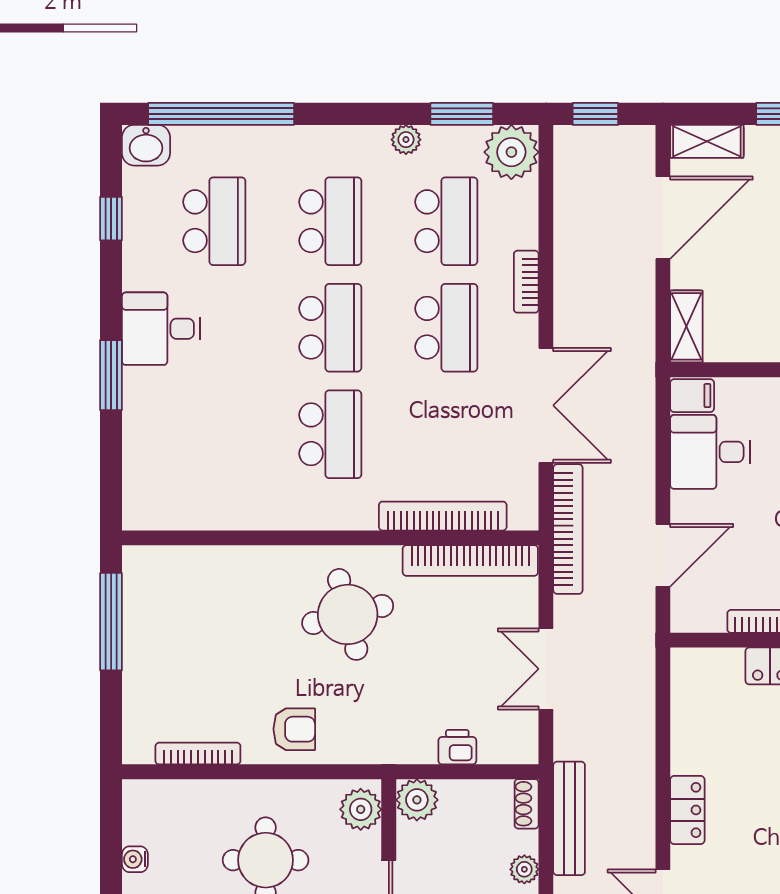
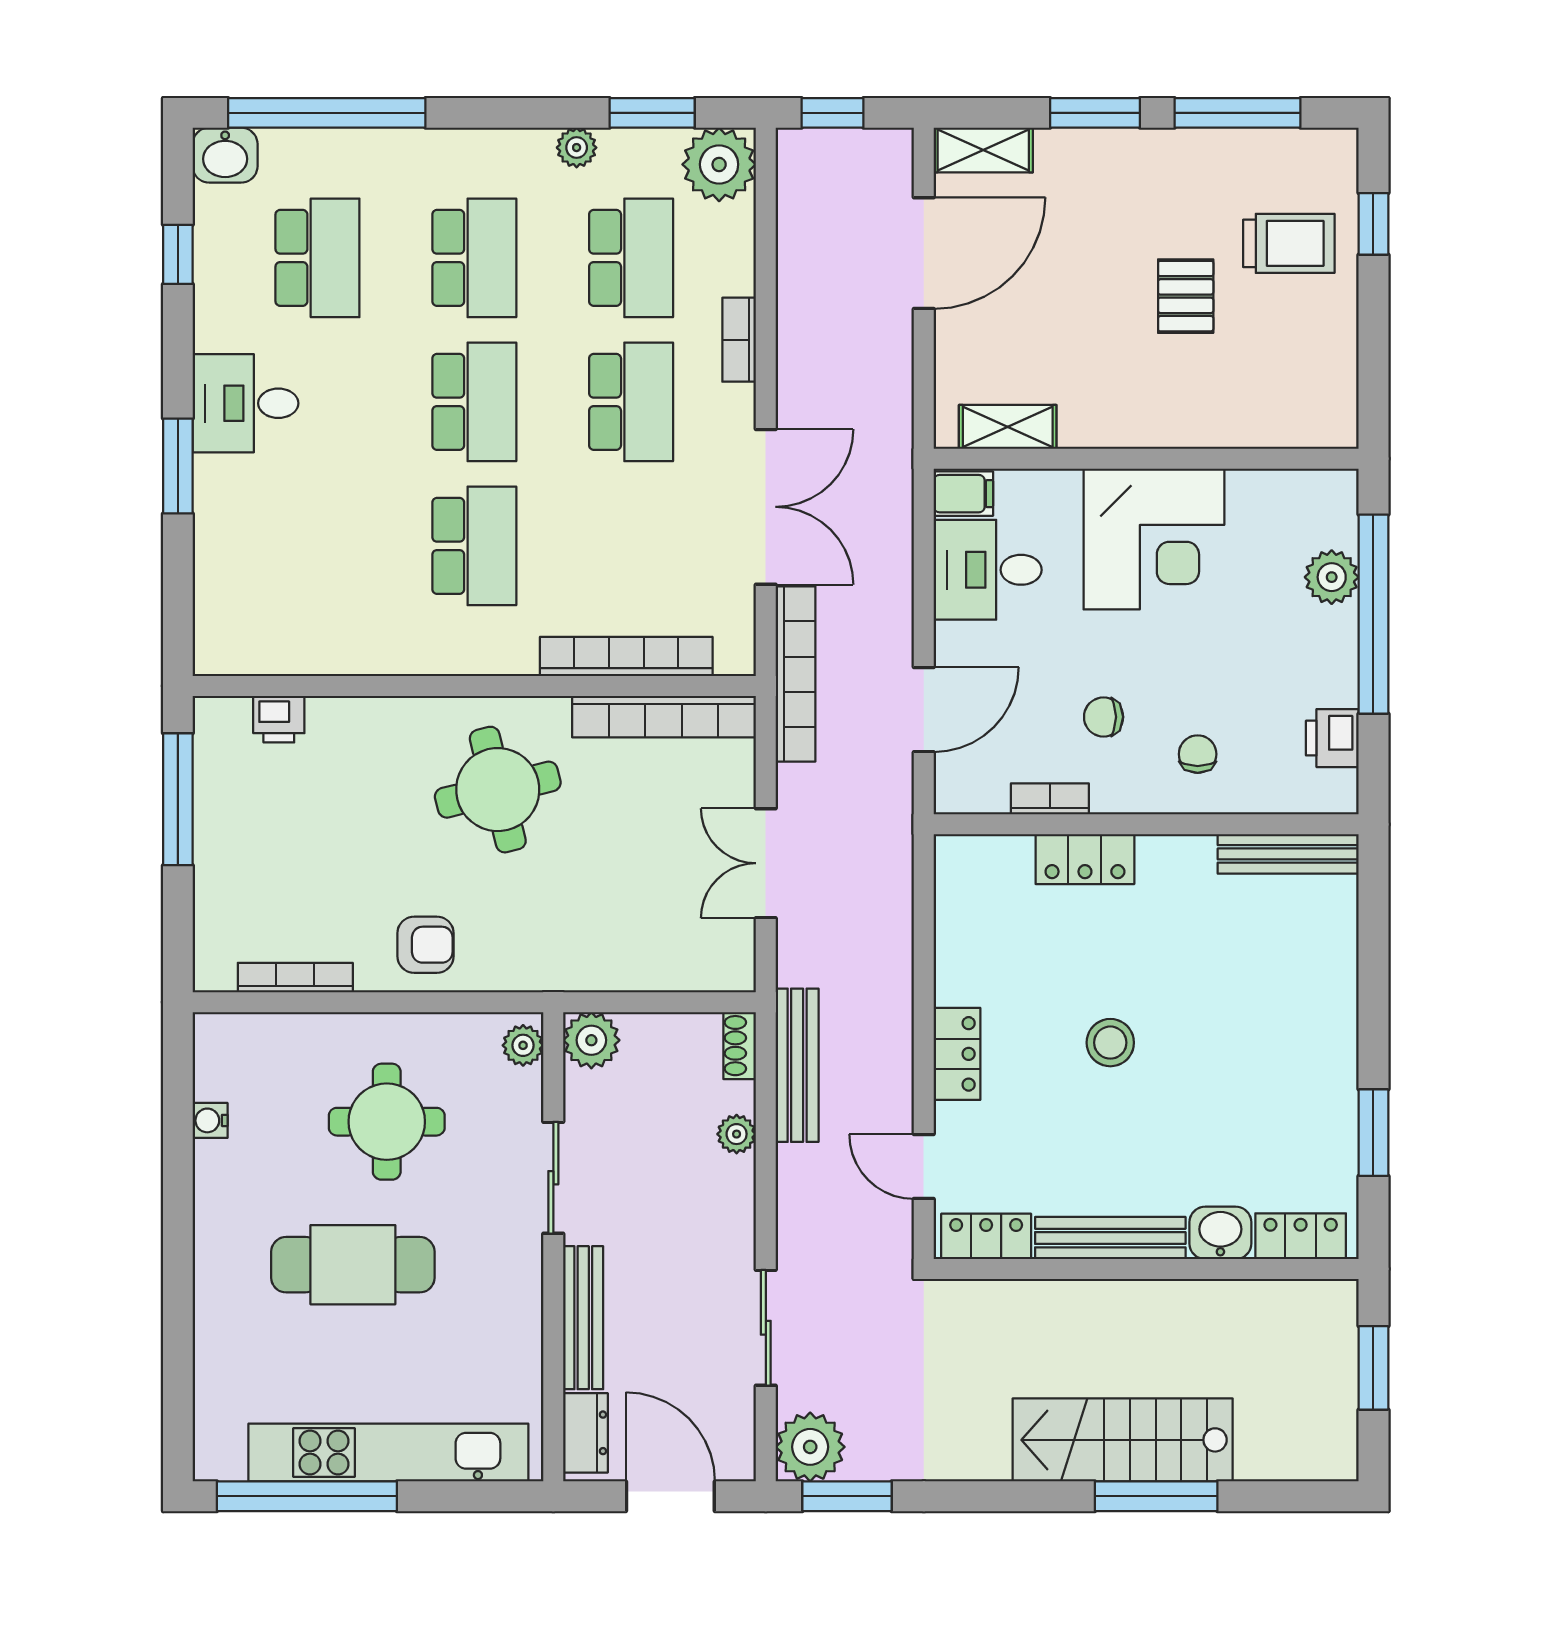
shelving: (686, 326) -> (1008, 427), moved, turned 90
printer: (457, 747) -> (279, 719), moved, turned 180
plant: (361, 809) -> (523, 1045), width x0.73, depth x0.73

